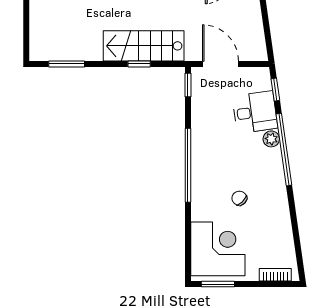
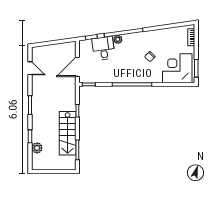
stairs: (144, 46) -> (68, 133), moved

